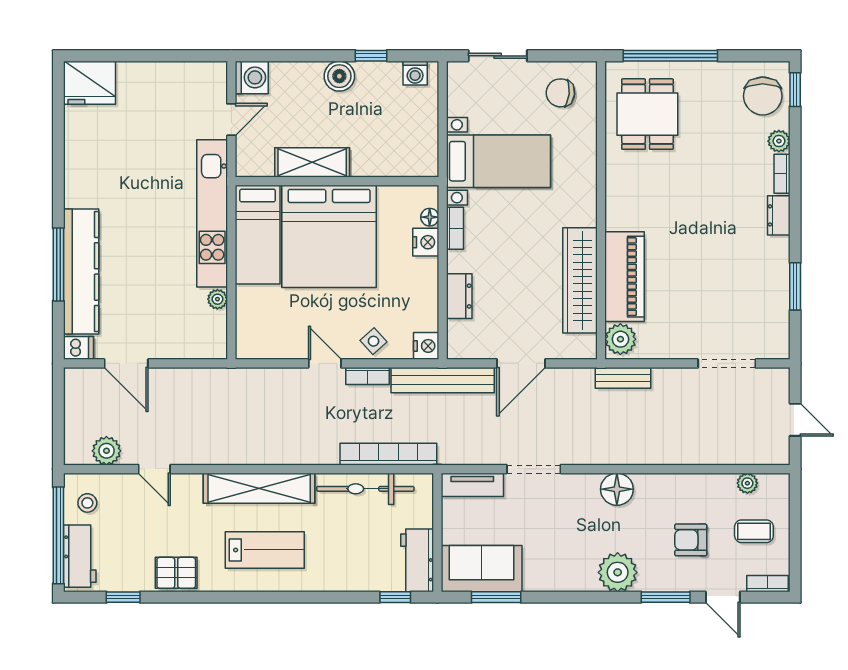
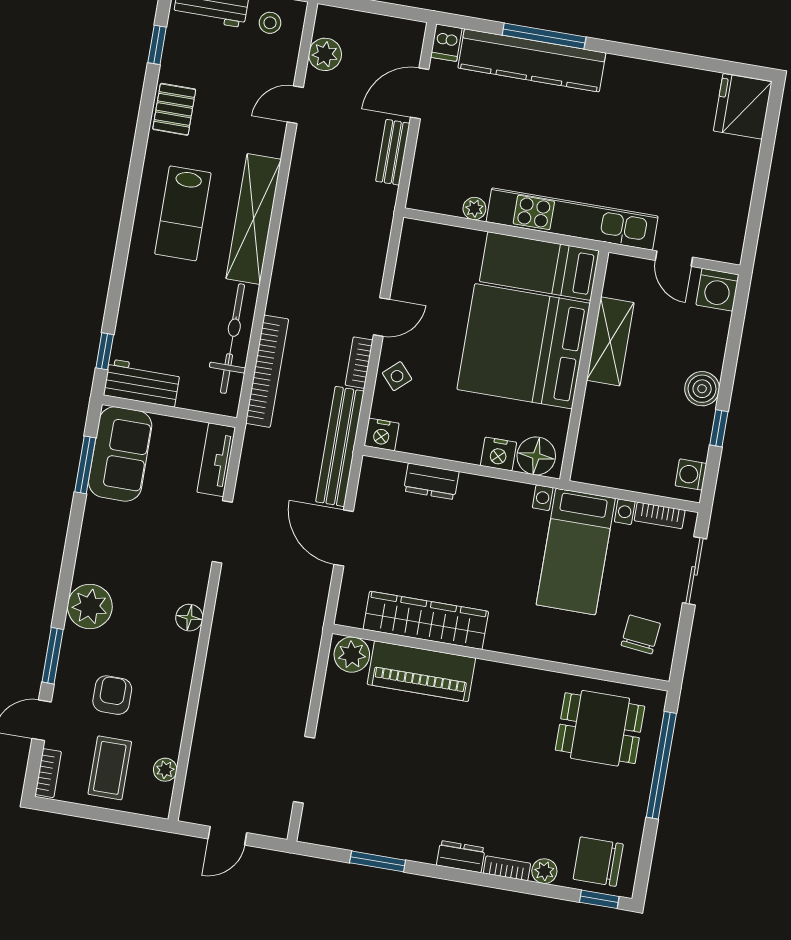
floor lamp: (430, 217) -> (536, 456), width x1.89, depth x1.89
bookcase: (455, 228) -> (660, 515), moved
bench: (623, 378) -> (393, 152), moved
floor lamp: (617, 489) -> (189, 618), width x0.73, depth x0.73
coffee table: (754, 531) -> (110, 768), width x1.36, depth x1.30

